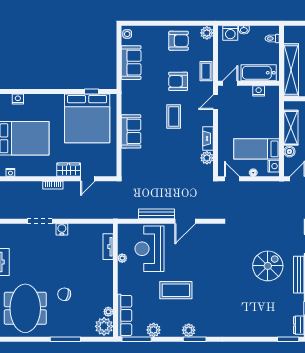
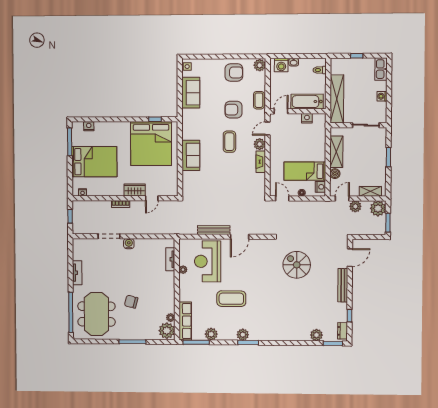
plant: (207, 158) -> (260, 144), moved
spiral stairs: (268, 266) -> (297, 265), moved, turned -90
plant: (270, 330) -> (316, 335), added

